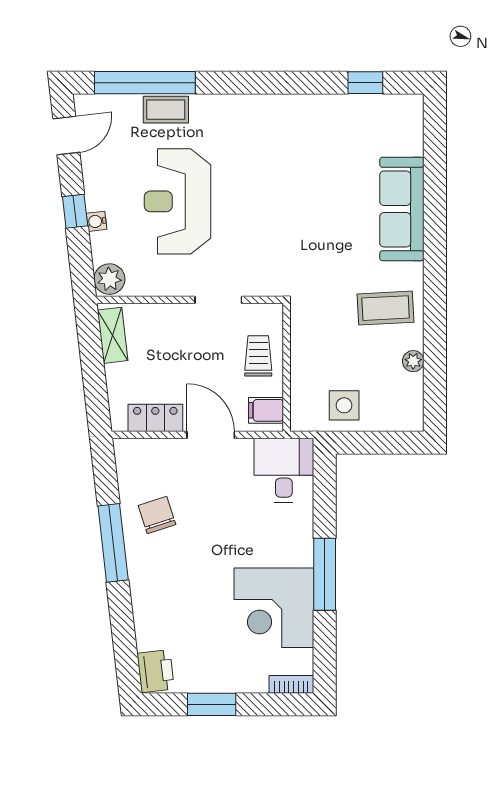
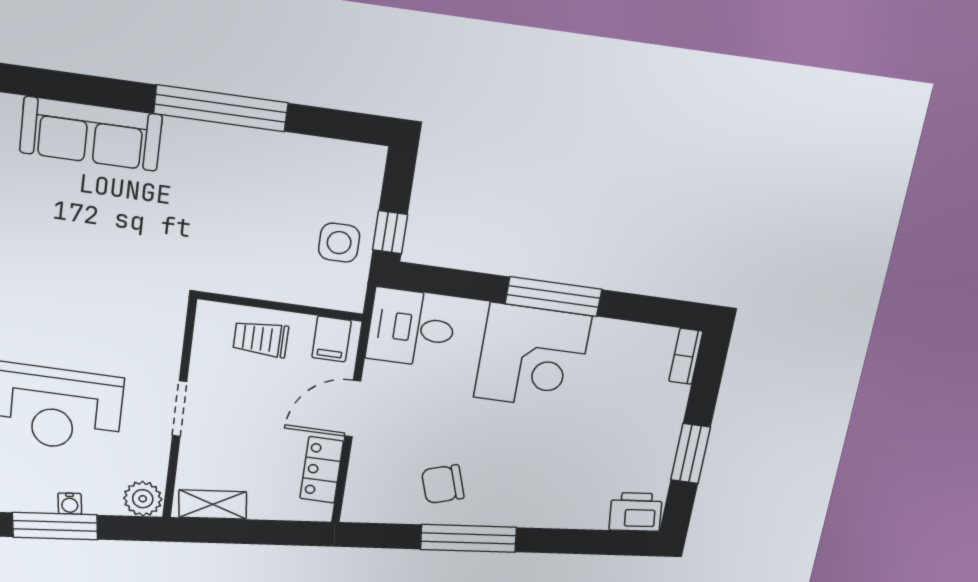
window: (75, 211) -> (55, 526), width x2.17
doorway: (218, 300) -> (180, 409), moved
window: (435, 303) -> (221, 108), added
coffee table: (386, 308) -> (219, 173), removed
plant: (413, 361) -> (294, 147), removed
window: (358, 443) -> (390, 232), added
corner desk: (274, 608) -> (532, 357), moved

